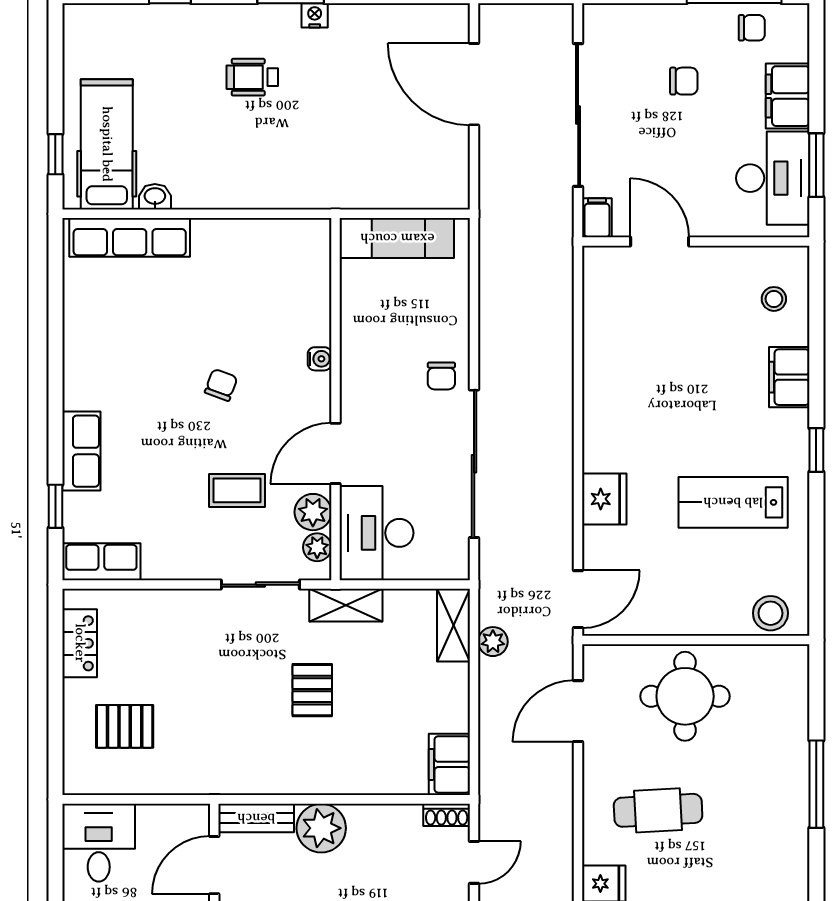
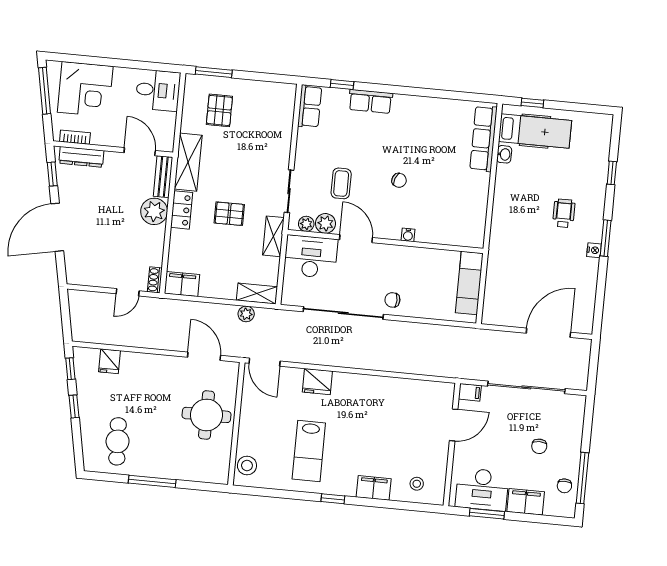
lab bench: (733, 502) -> (309, 451), turned 180
locker: (80, 643) -> (182, 210), moved, turned -90
window: (55, 744) -> (214, 72), added
shelving: (225, 774) -> (188, 162), added
cafe table: (658, 810) -> (118, 441), moved
door: (474, 862) -> (128, 292), hinge flipped

